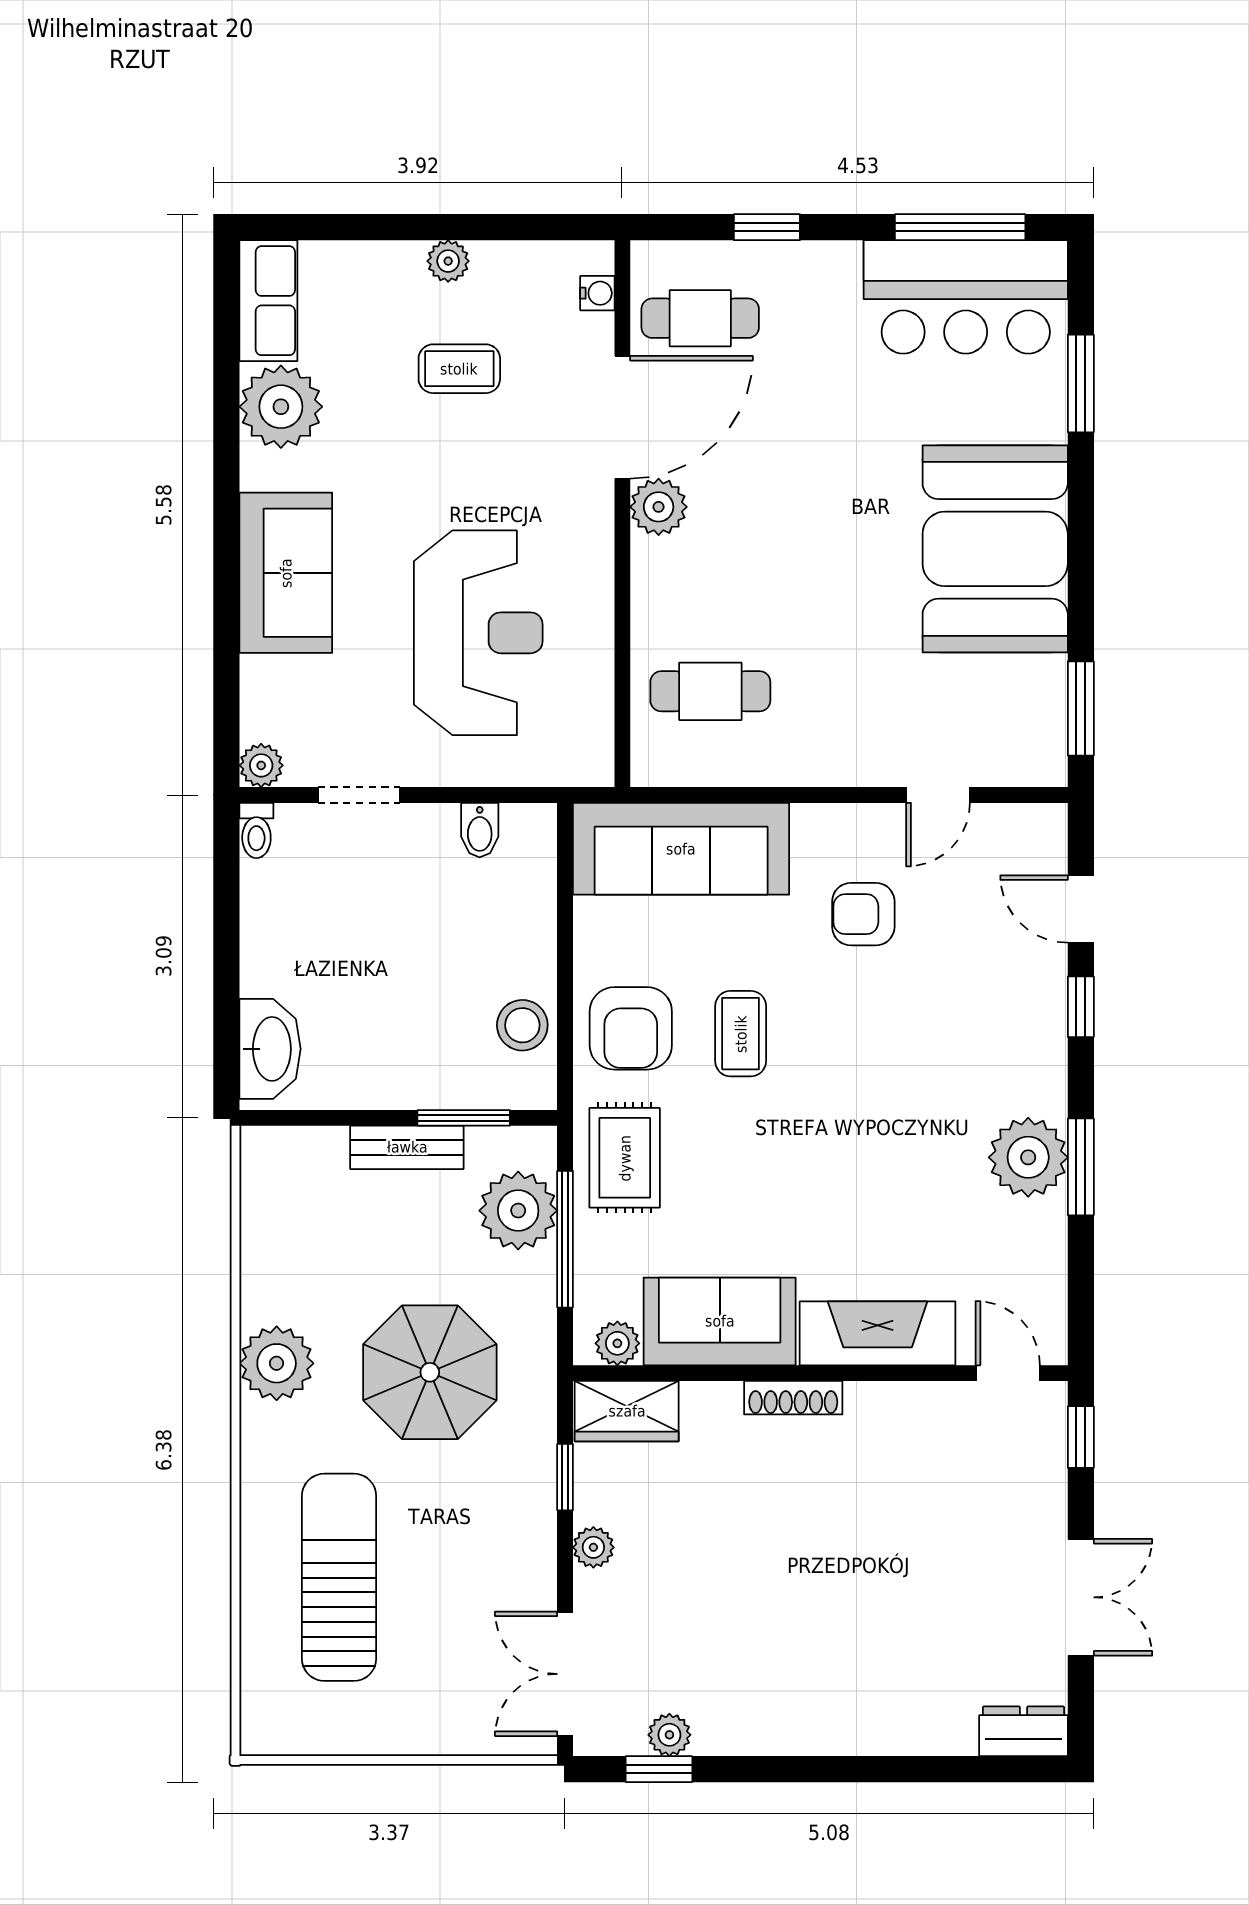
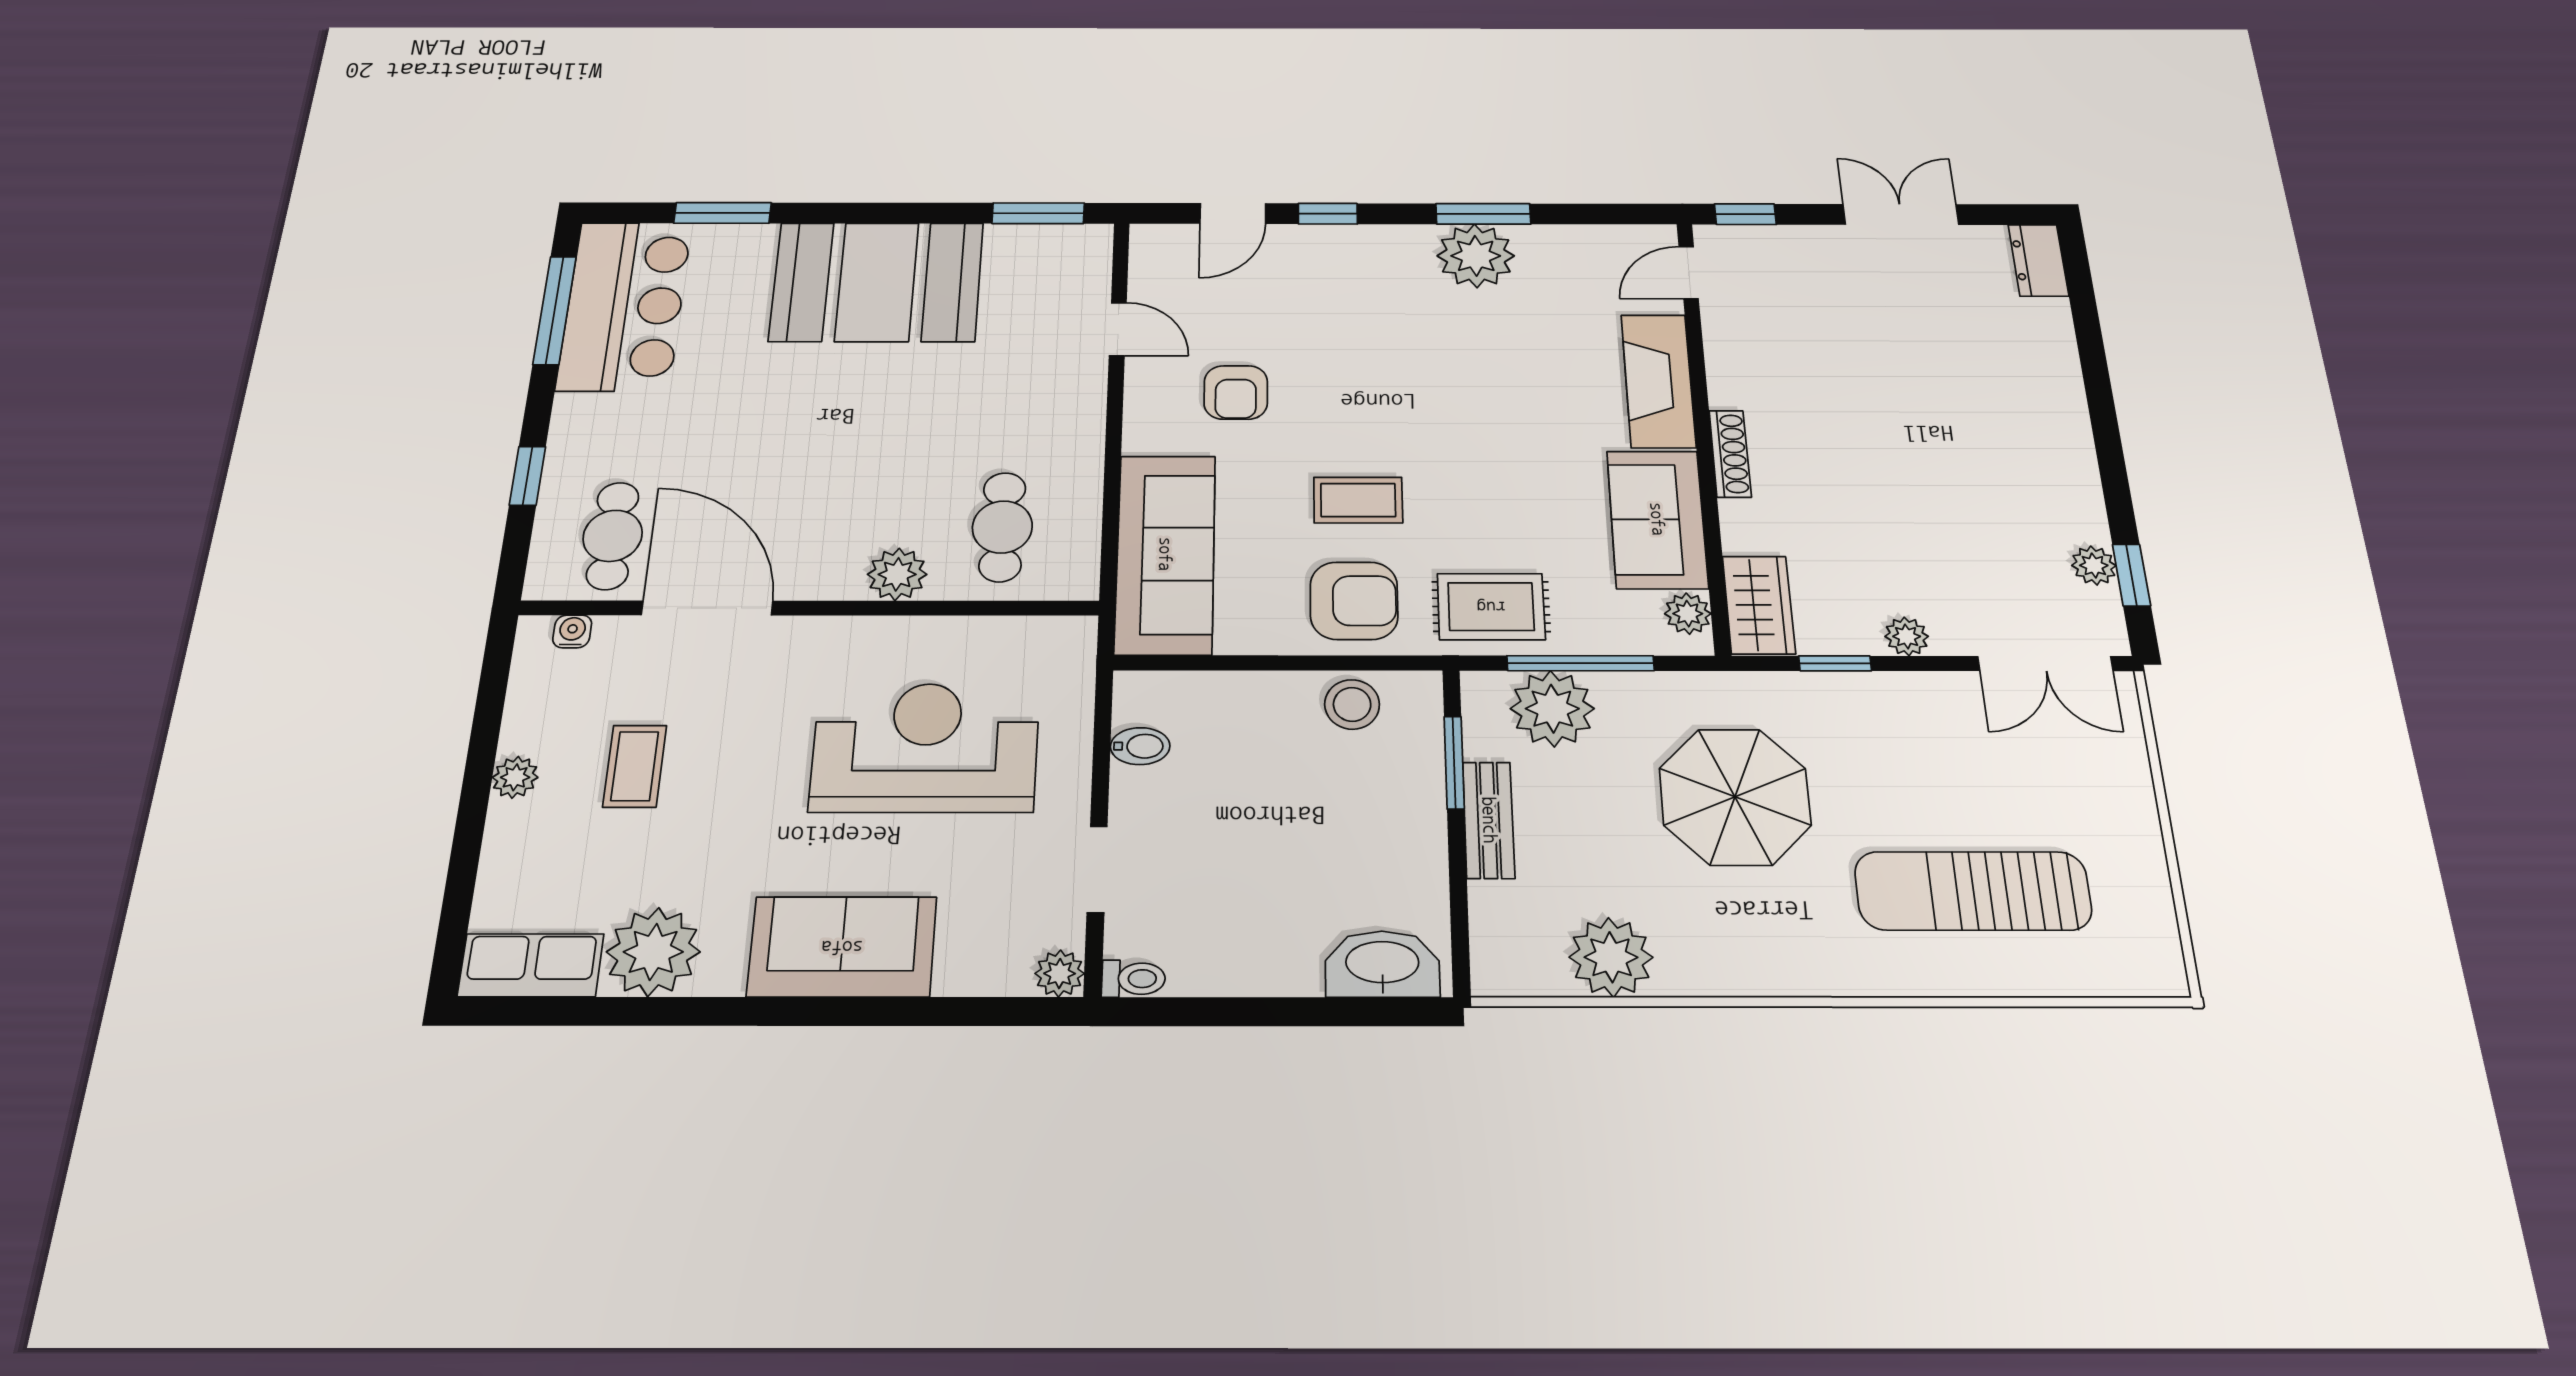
plant: (659, 507) -> (897, 574), moved
plant: (277, 1363) -> (1611, 957), moved

